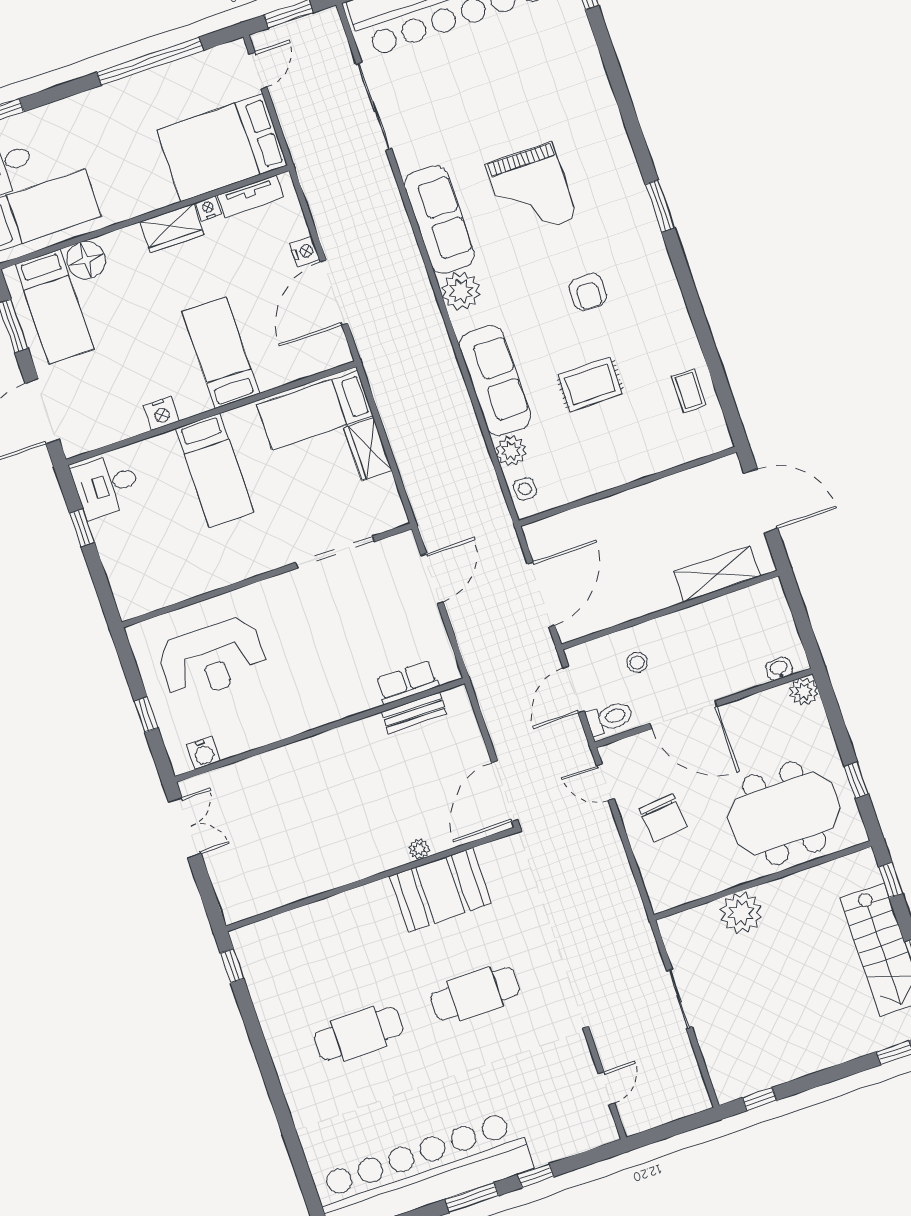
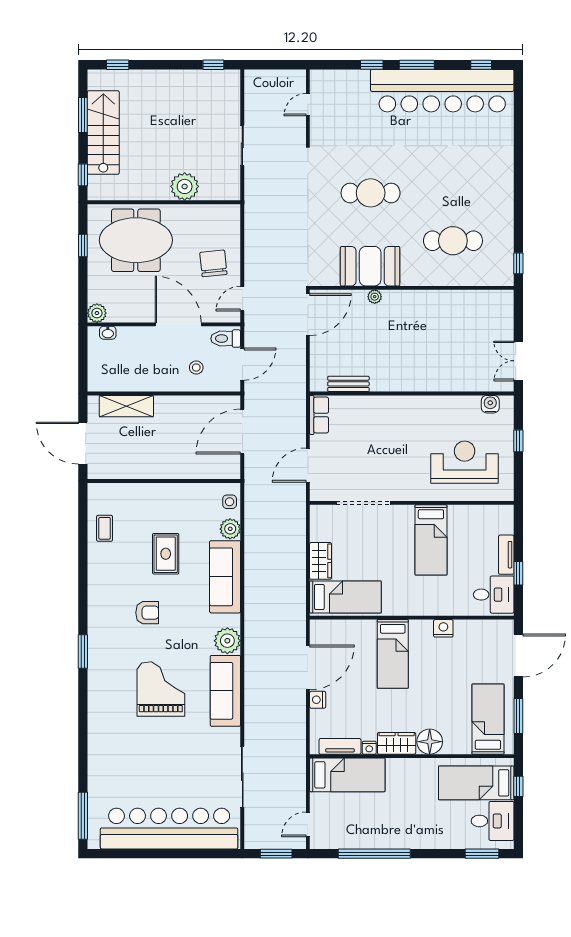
bed: (222, 148) -> (347, 775), width x0.67
floor lamp: (86, 260) -> (430, 742), moved
armchair: (588, 292) -> (147, 613), turned 90
rug: (590, 384) -> (166, 554), turned 90
bed: (215, 470) -> (431, 540), moved, turned 180
tv unit: (108, 548) -> (506, 555), added
row of seats: (407, 682) -> (319, 415), moved, turned -90
door: (605, 782) -> (242, 299), swing flipped
cafe table: (359, 1034) -> (453, 241), moved

